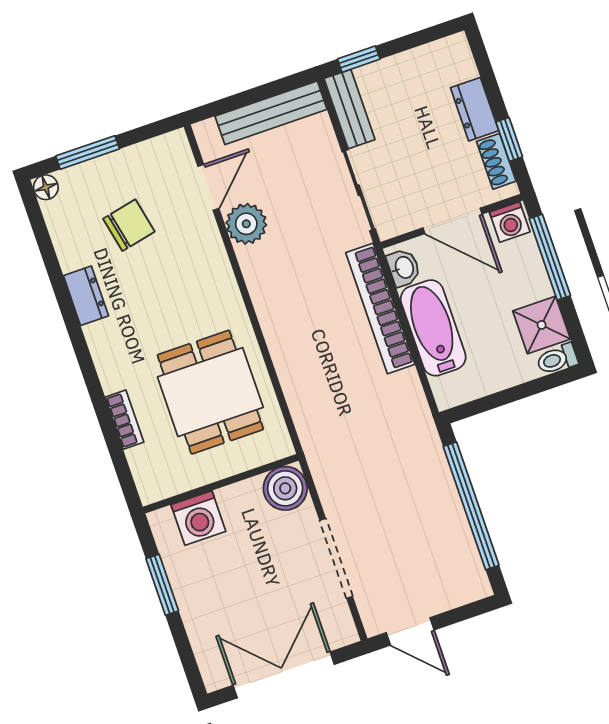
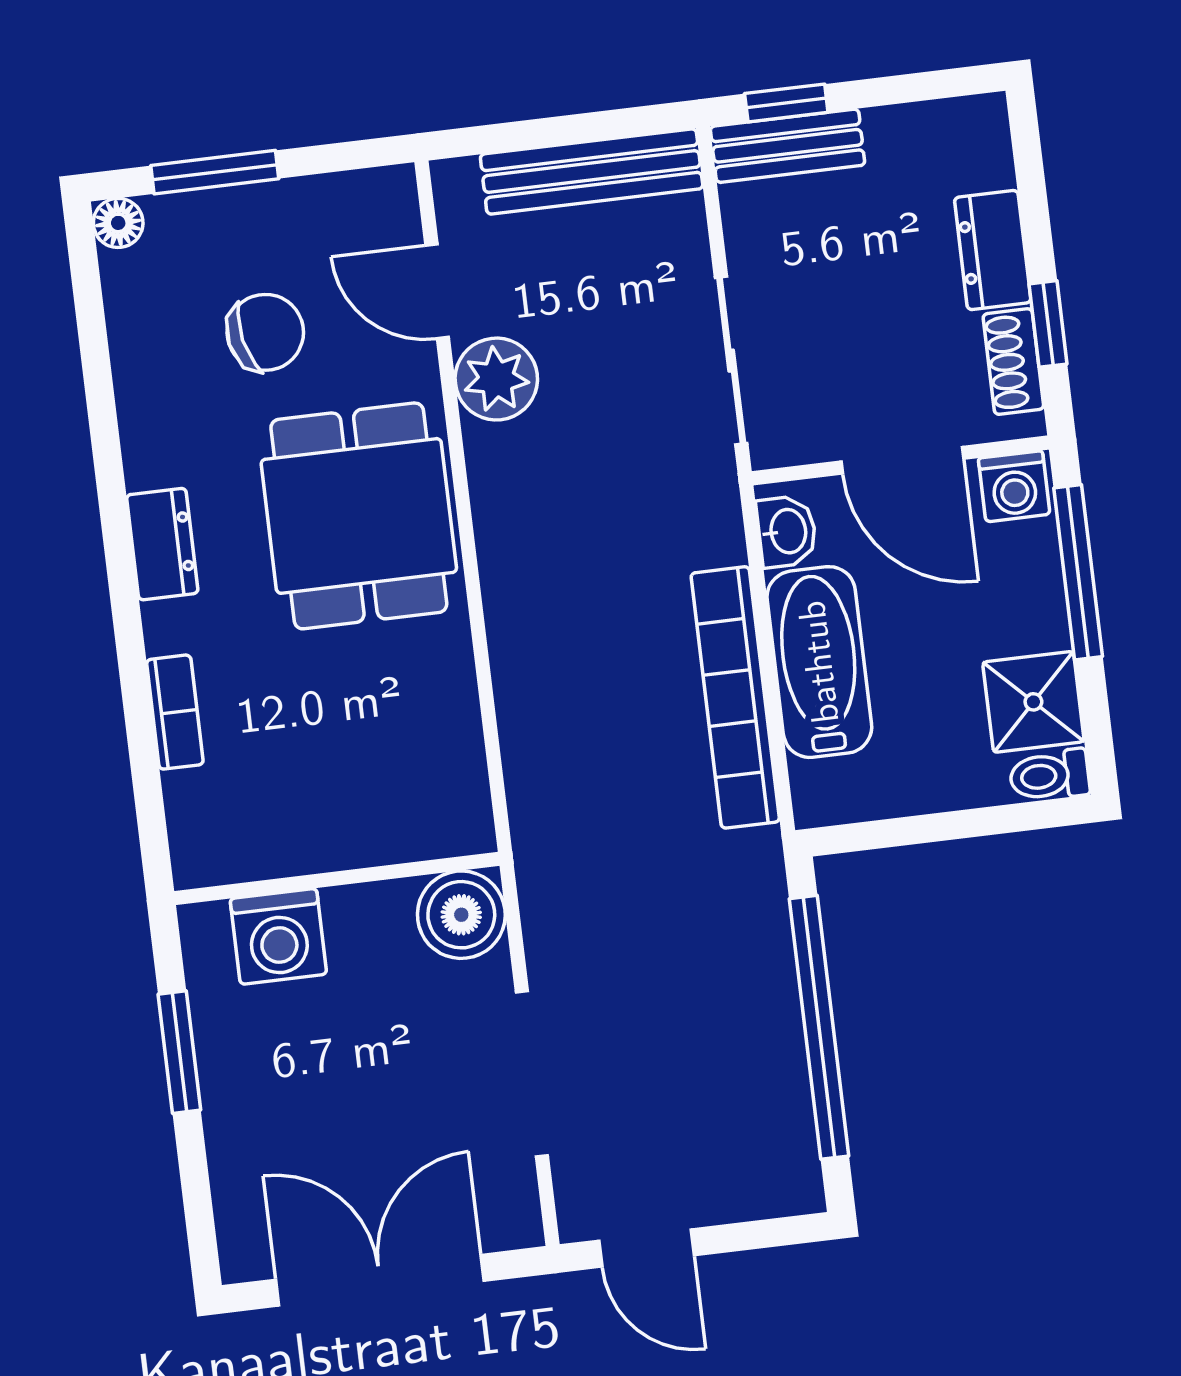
bench: (350, 109) -> (788, 146), moved, turned 90
door: (208, 187) -> (437, 291), swing flipped
dresser: (86, 296) -> (162, 544), moved
bookcase: (380, 309) -> (735, 697), moved
dining table: (210, 392) -> (359, 516), moved

